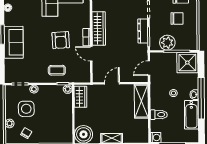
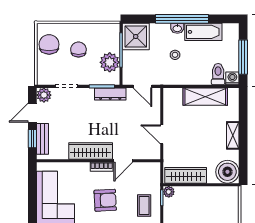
dresser: (143, 31) -> (110, 94), moved
wardrobe: (80, 97) -> (186, 175), width x1.50
shelving: (141, 101) -> (205, 97), moved
toilet: (159, 115) -> (218, 74), moved

